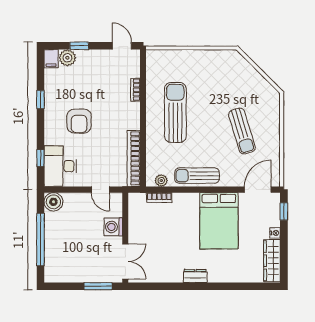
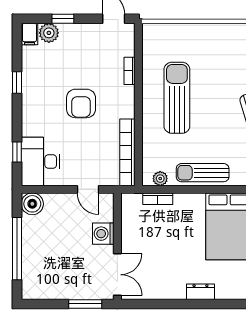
armchair: (79, 121) -> (81, 103), moved

